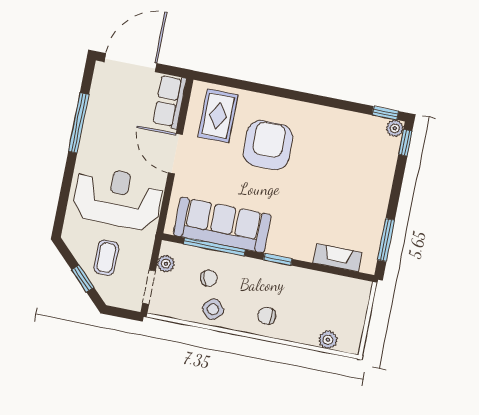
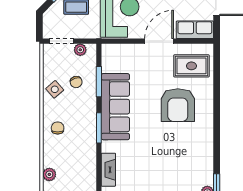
armchair: (268, 145) -> (178, 105), turned 90
sofa: (222, 225) -> (115, 107), moved
window: (214, 247) -> (99, 82), width x0.69
window: (278, 259) -> (99, 128), width x1.50

